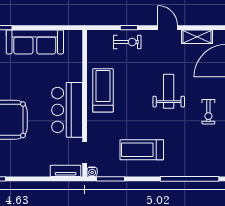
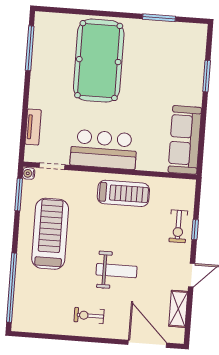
sofa: (35, 42) -> (185, 140), moved
treadmill: (142, 150) -> (50, 234), width x1.37, depth x1.38
tv unit: (66, 171) -> (33, 127), moved

